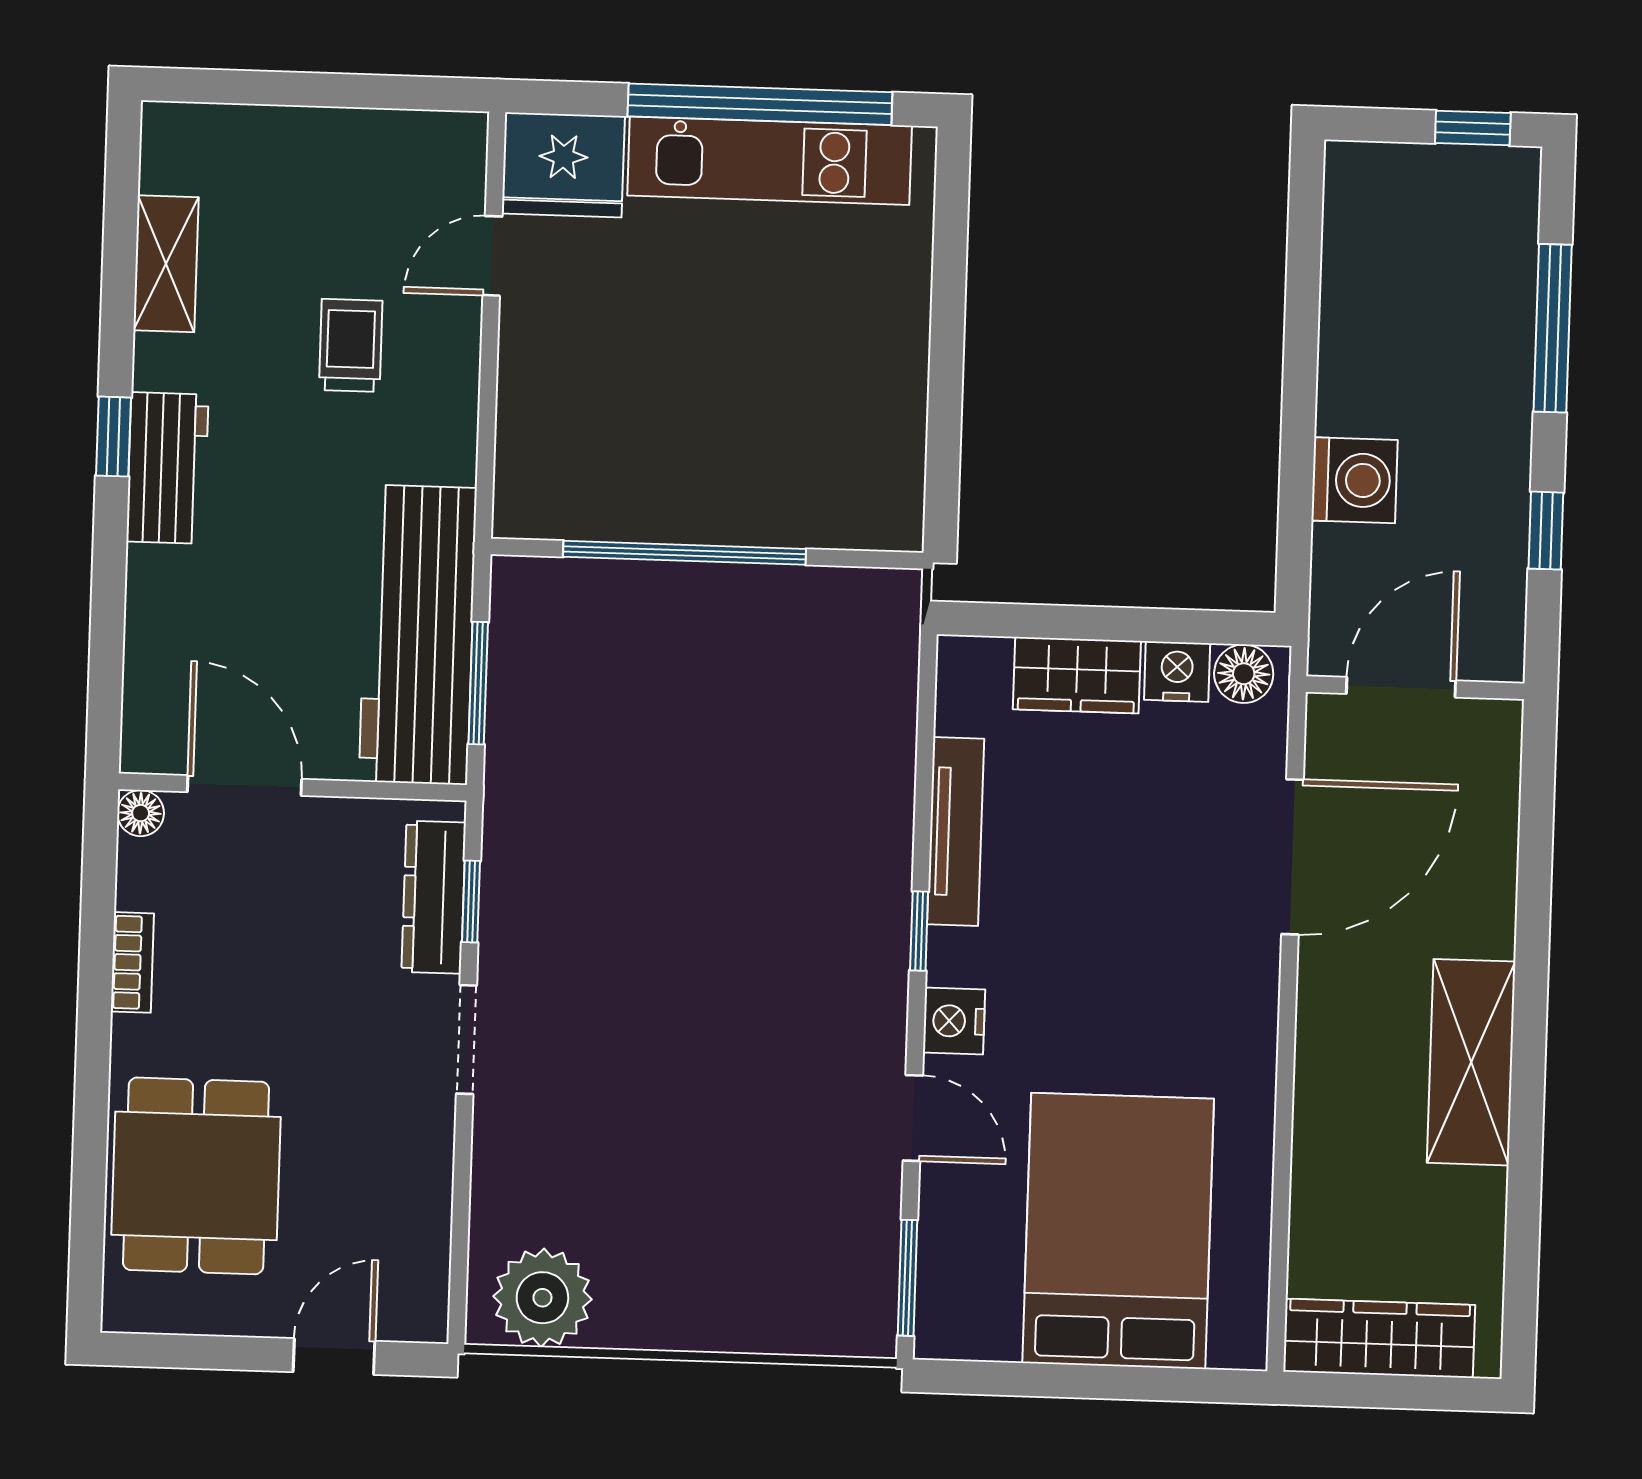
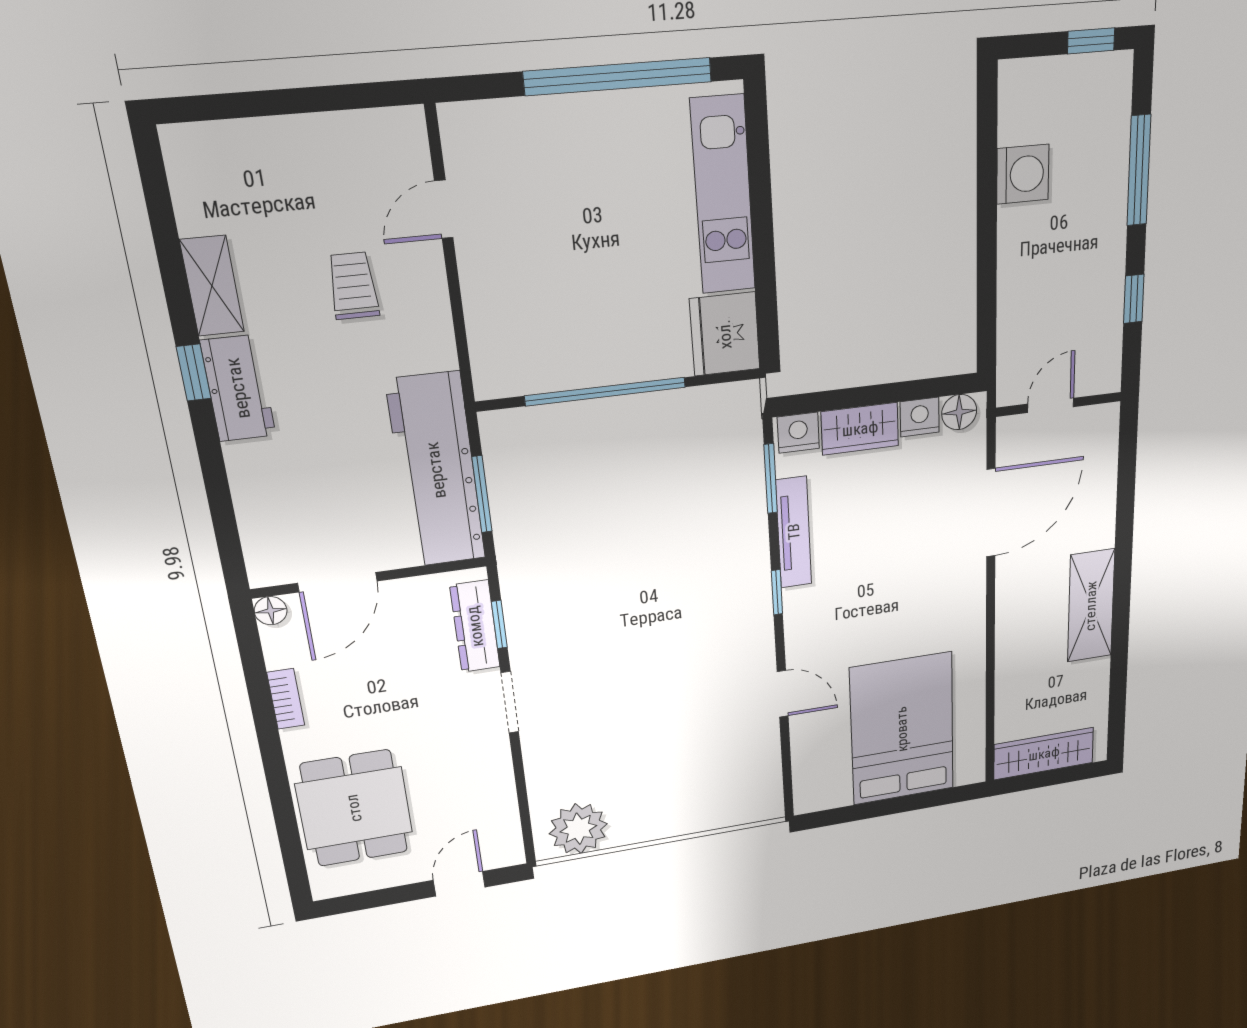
kitchen unit: (770, 161) -> (723, 195), moved, turned 90
fridge: (563, 165) -> (725, 334), moved, turned 90
shelving: (166, 264) -> (212, 286), moved
washing machine: (1355, 480) -> (1023, 174), moved
door: (1401, 687) -> (1051, 405), width x0.73
door: (245, 785) -> (337, 582), swing flipped
nightstand: (954, 1021) -> (798, 433), moved, turned 90
window: (908, 1278) -> (771, 479), moved

